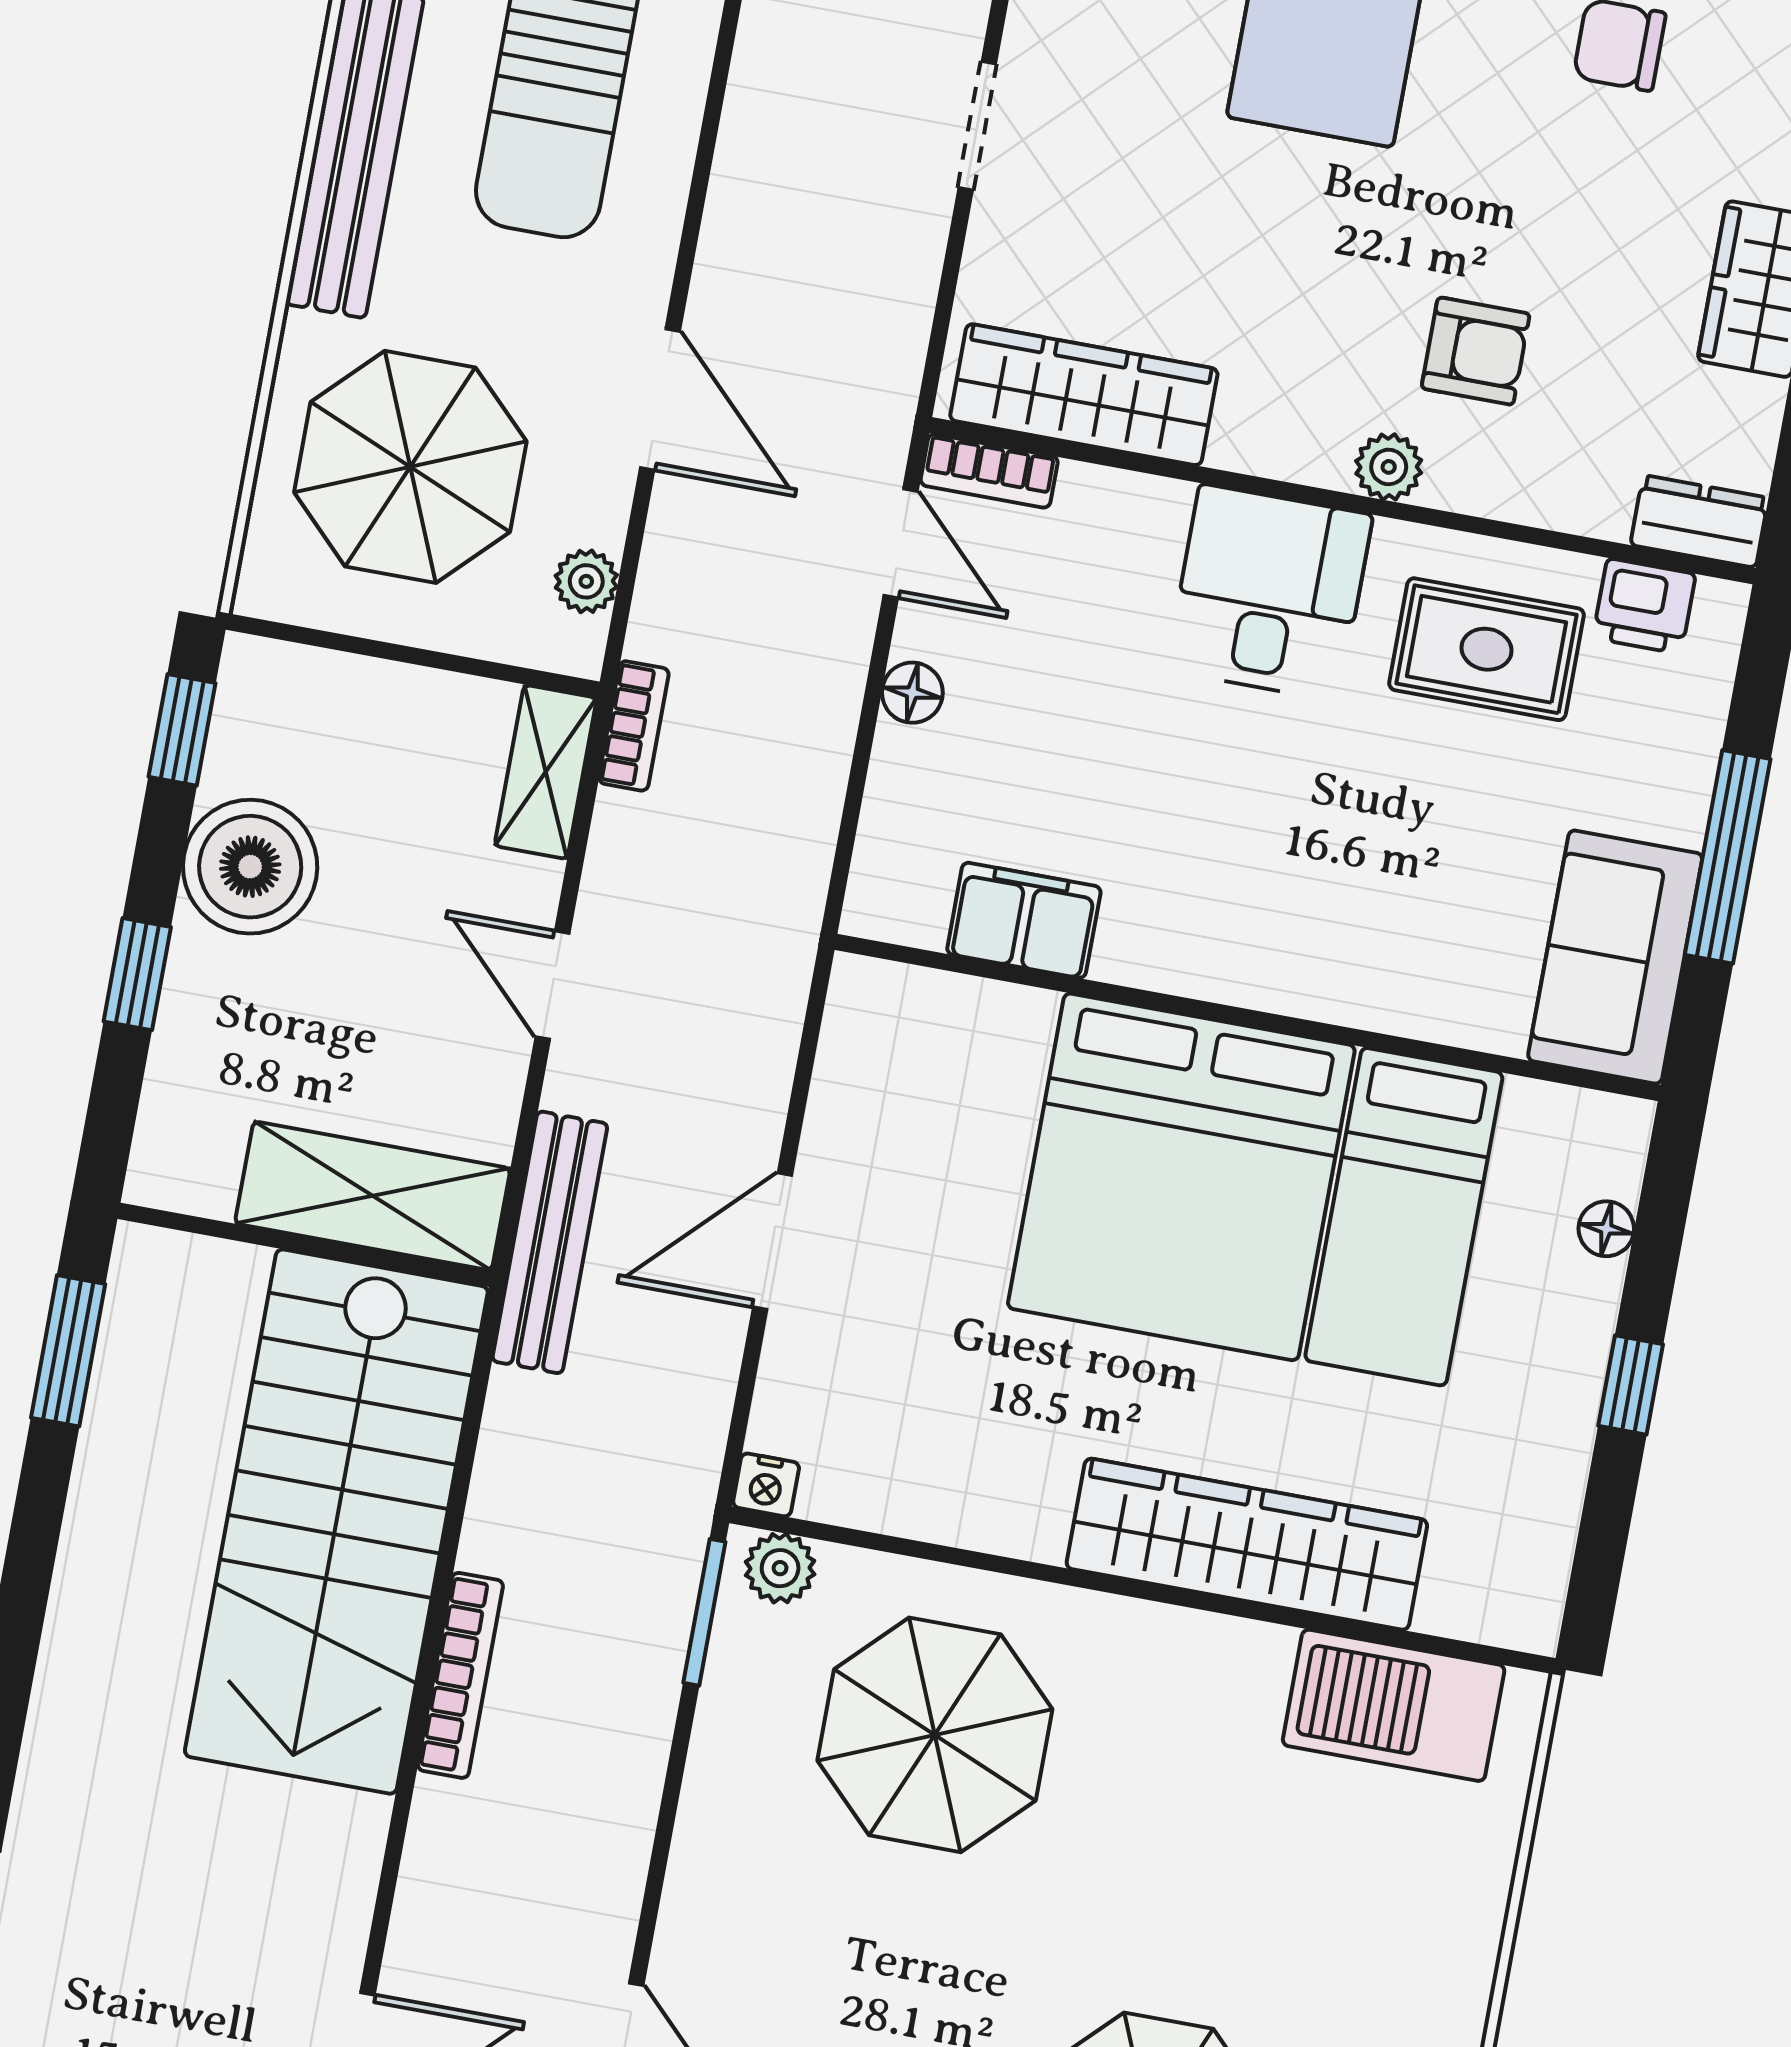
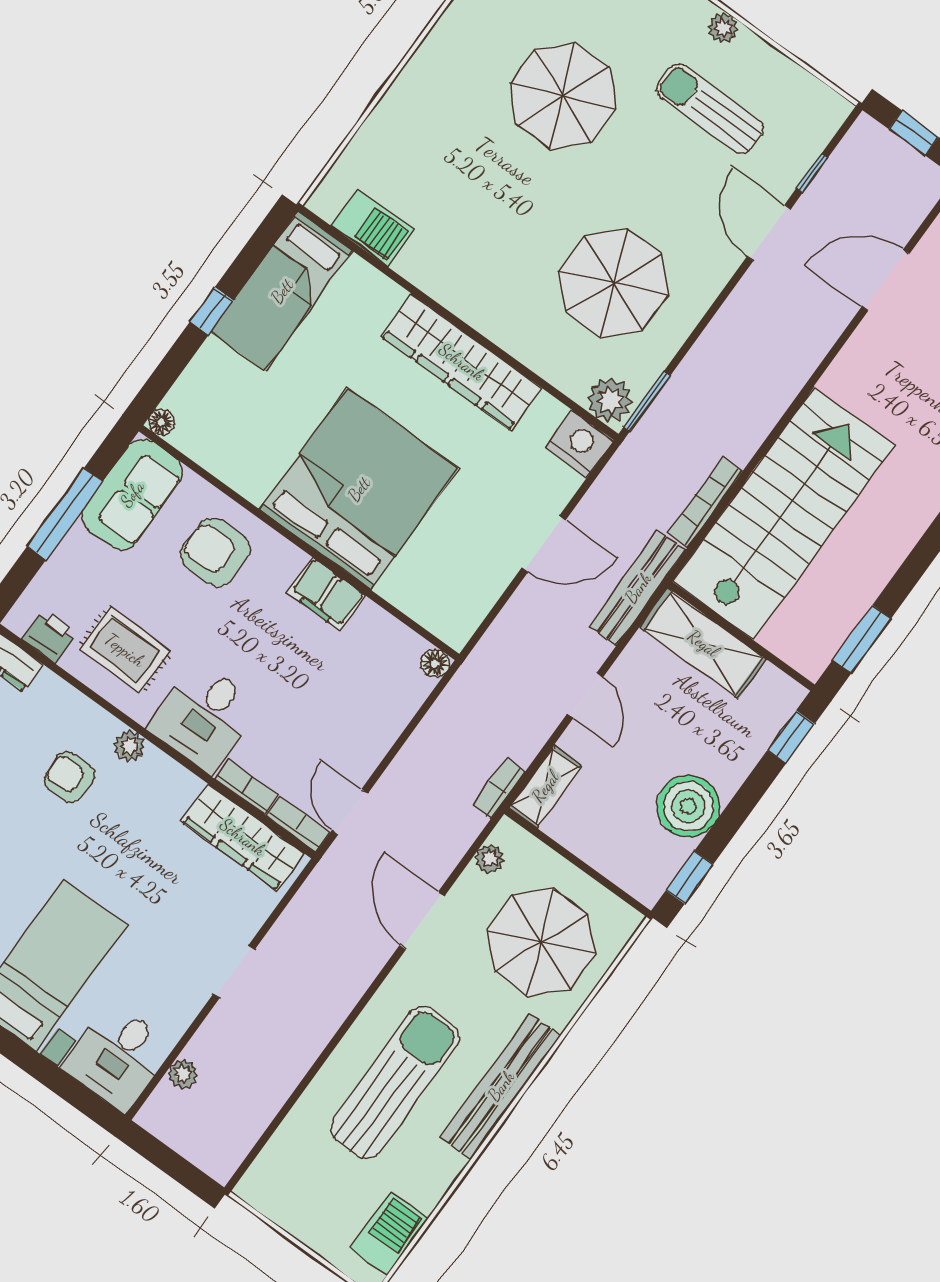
bookcase: (1124, 496) -> (246, 787), added
floor lamp: (912, 693) -> (435, 663), moved
filing cabinet: (1024, 920) -> (326, 594), moved
armchair: (1401, 922) -> (215, 552), added
window: (137, 974) -> (791, 737), moved
bed: (1404, 1217) -> (282, 291), moved, turned 180
floor lamp: (1606, 1229) -> (161, 422), moved
nightstand: (766, 1485) -> (579, 444), width x1.89, depth x1.79
wardrobe: (1247, 1544) -> (462, 362), moved
plant: (780, 1568) -> (610, 400), width x1.38, depth x1.38
bookcase: (460, 1675) -> (705, 502), moved
barbecue: (1394, 1705) -> (373, 228), width x0.73, depth x0.83
parasol: (935, 1735) -> (613, 283), moved

